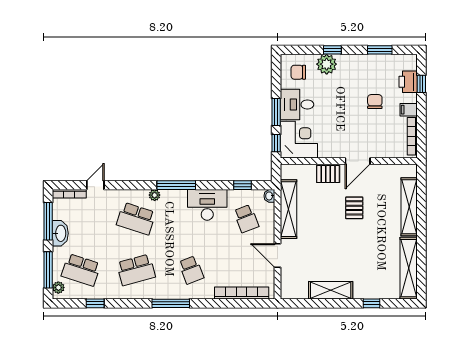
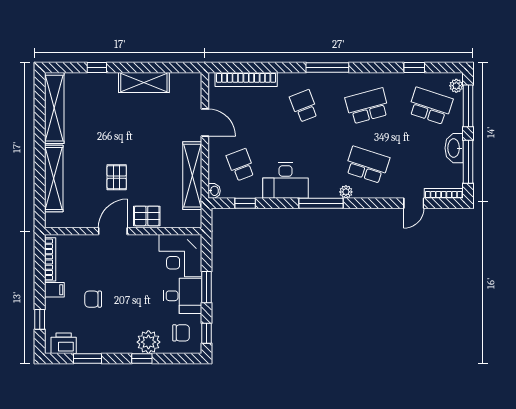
printer: (408, 82) -> (64, 343), moved, turned -90
chair: (375, 102) -> (93, 299), turned 90
window: (276, 143) -> (206, 333), moved

